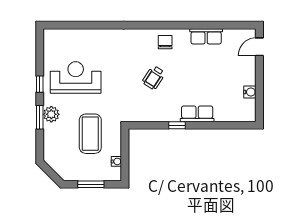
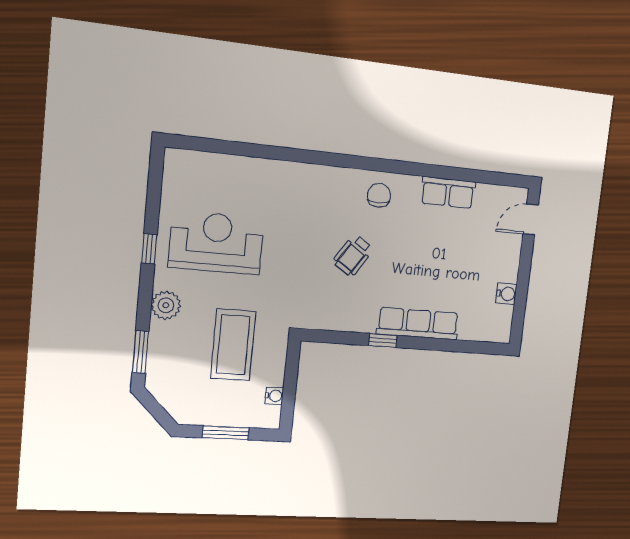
row of seats: (197, 114) -> (418, 324), width x1.48
window: (40, 117) -> (141, 352), moved

